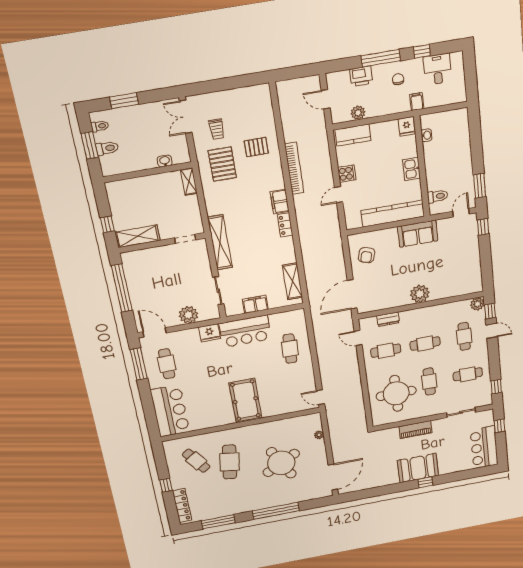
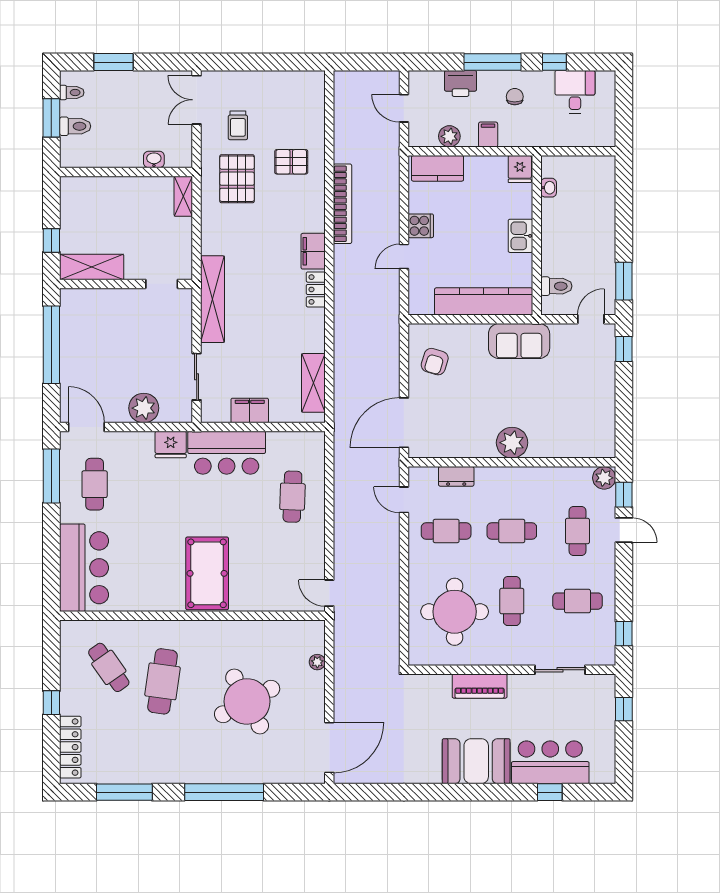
filing cabinet: (417, 102) -> (488, 135), moved
bar counter: (484, 447) -> (550, 762), moved, turned 90
window: (425, 482) -> (550, 792), moved

